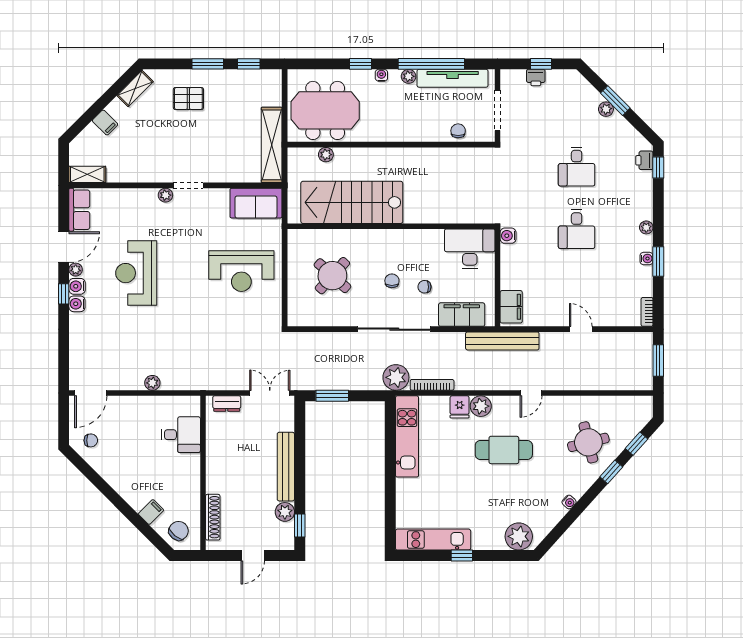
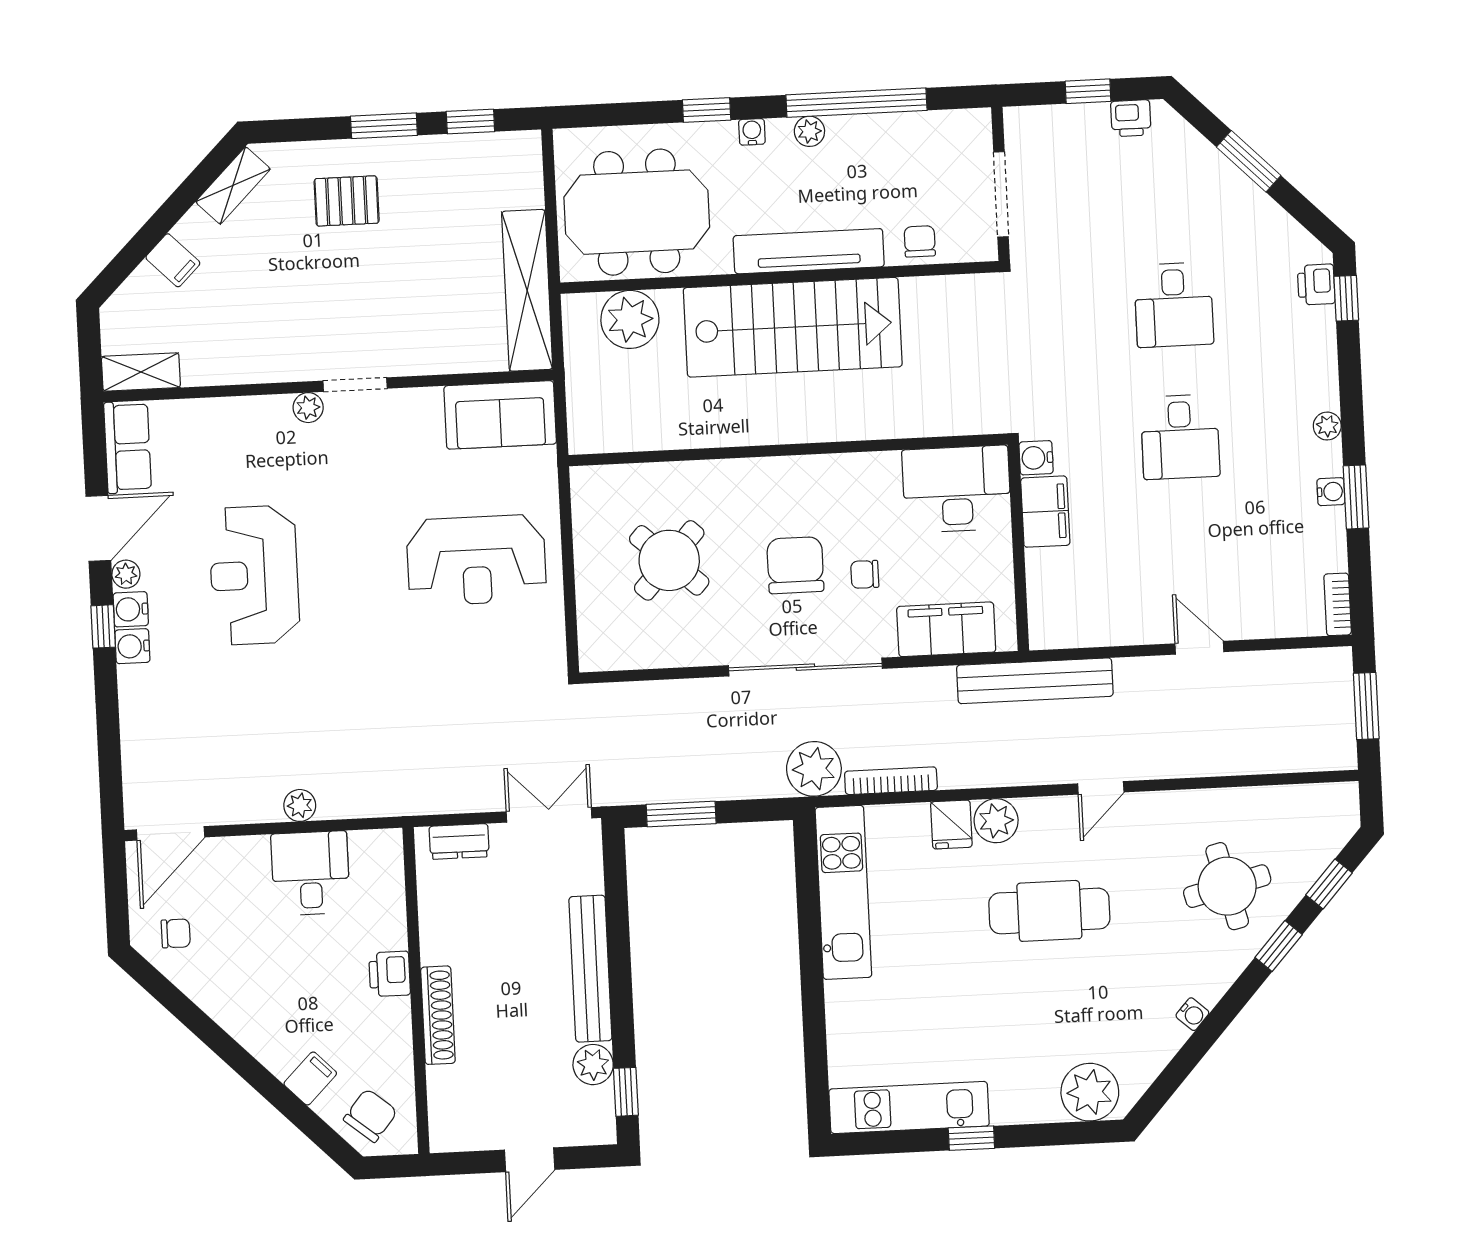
tv unit: (453, 78) -> (809, 251), moved, turned 180
printer: (536, 78) -> (1131, 118), moved
plant: (606, 109) -> (1230, 180), removed
plant: (326, 155) -> (630, 319), width x1.88, depth x1.88
stairs: (352, 202) -> (793, 327), moved, turned 180
chair: (392, 281) -> (795, 565), width x1.87, depth x1.87
filing cabinet: (511, 307) -> (1045, 512), moved
desk: (181, 435) -> (310, 873), moved, turned -90
printer: (191, 464) -> (390, 974), added
shoe rack: (213, 517) -> (438, 1015), moved

